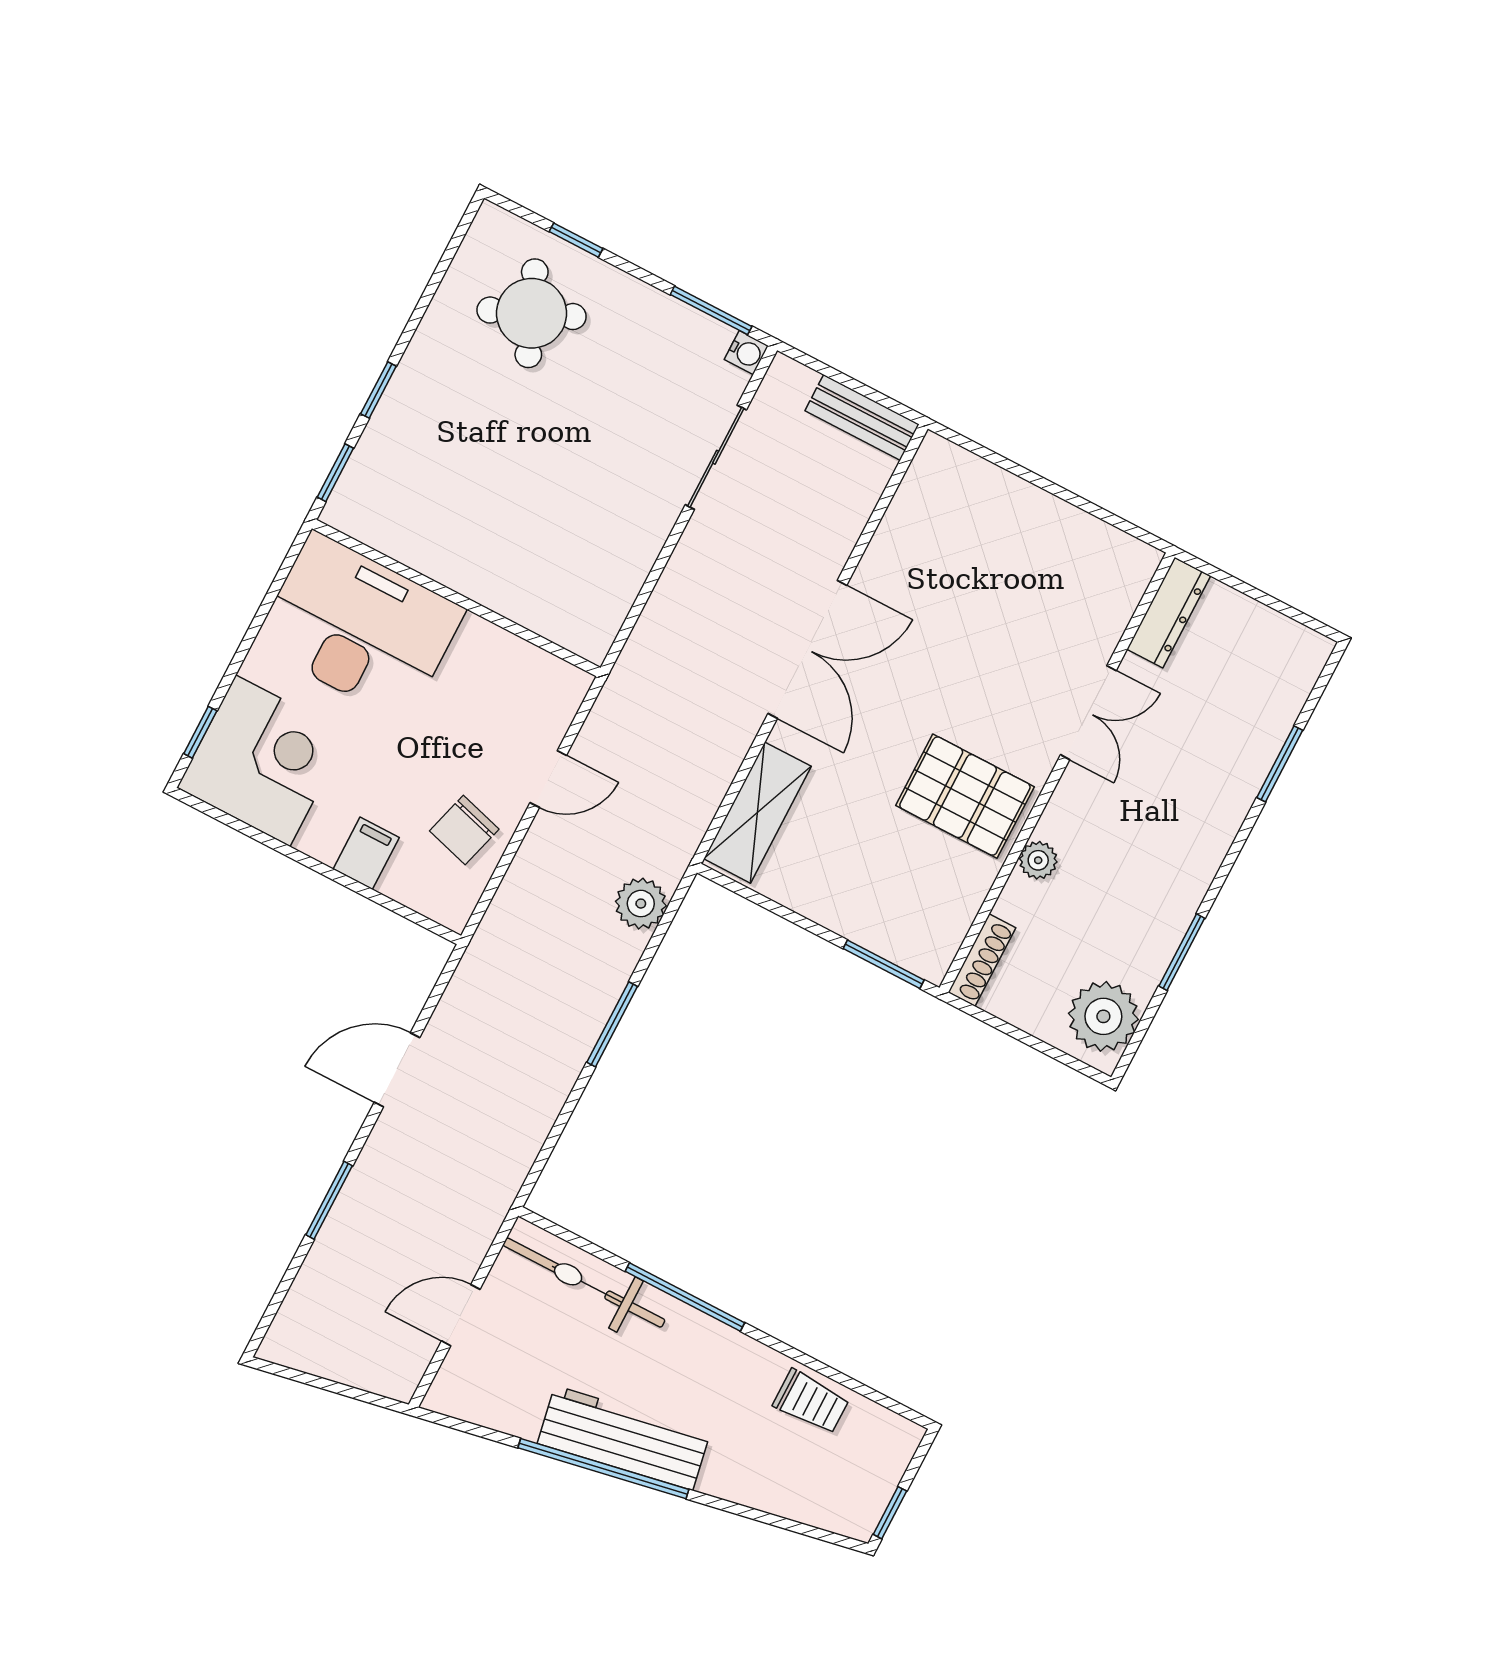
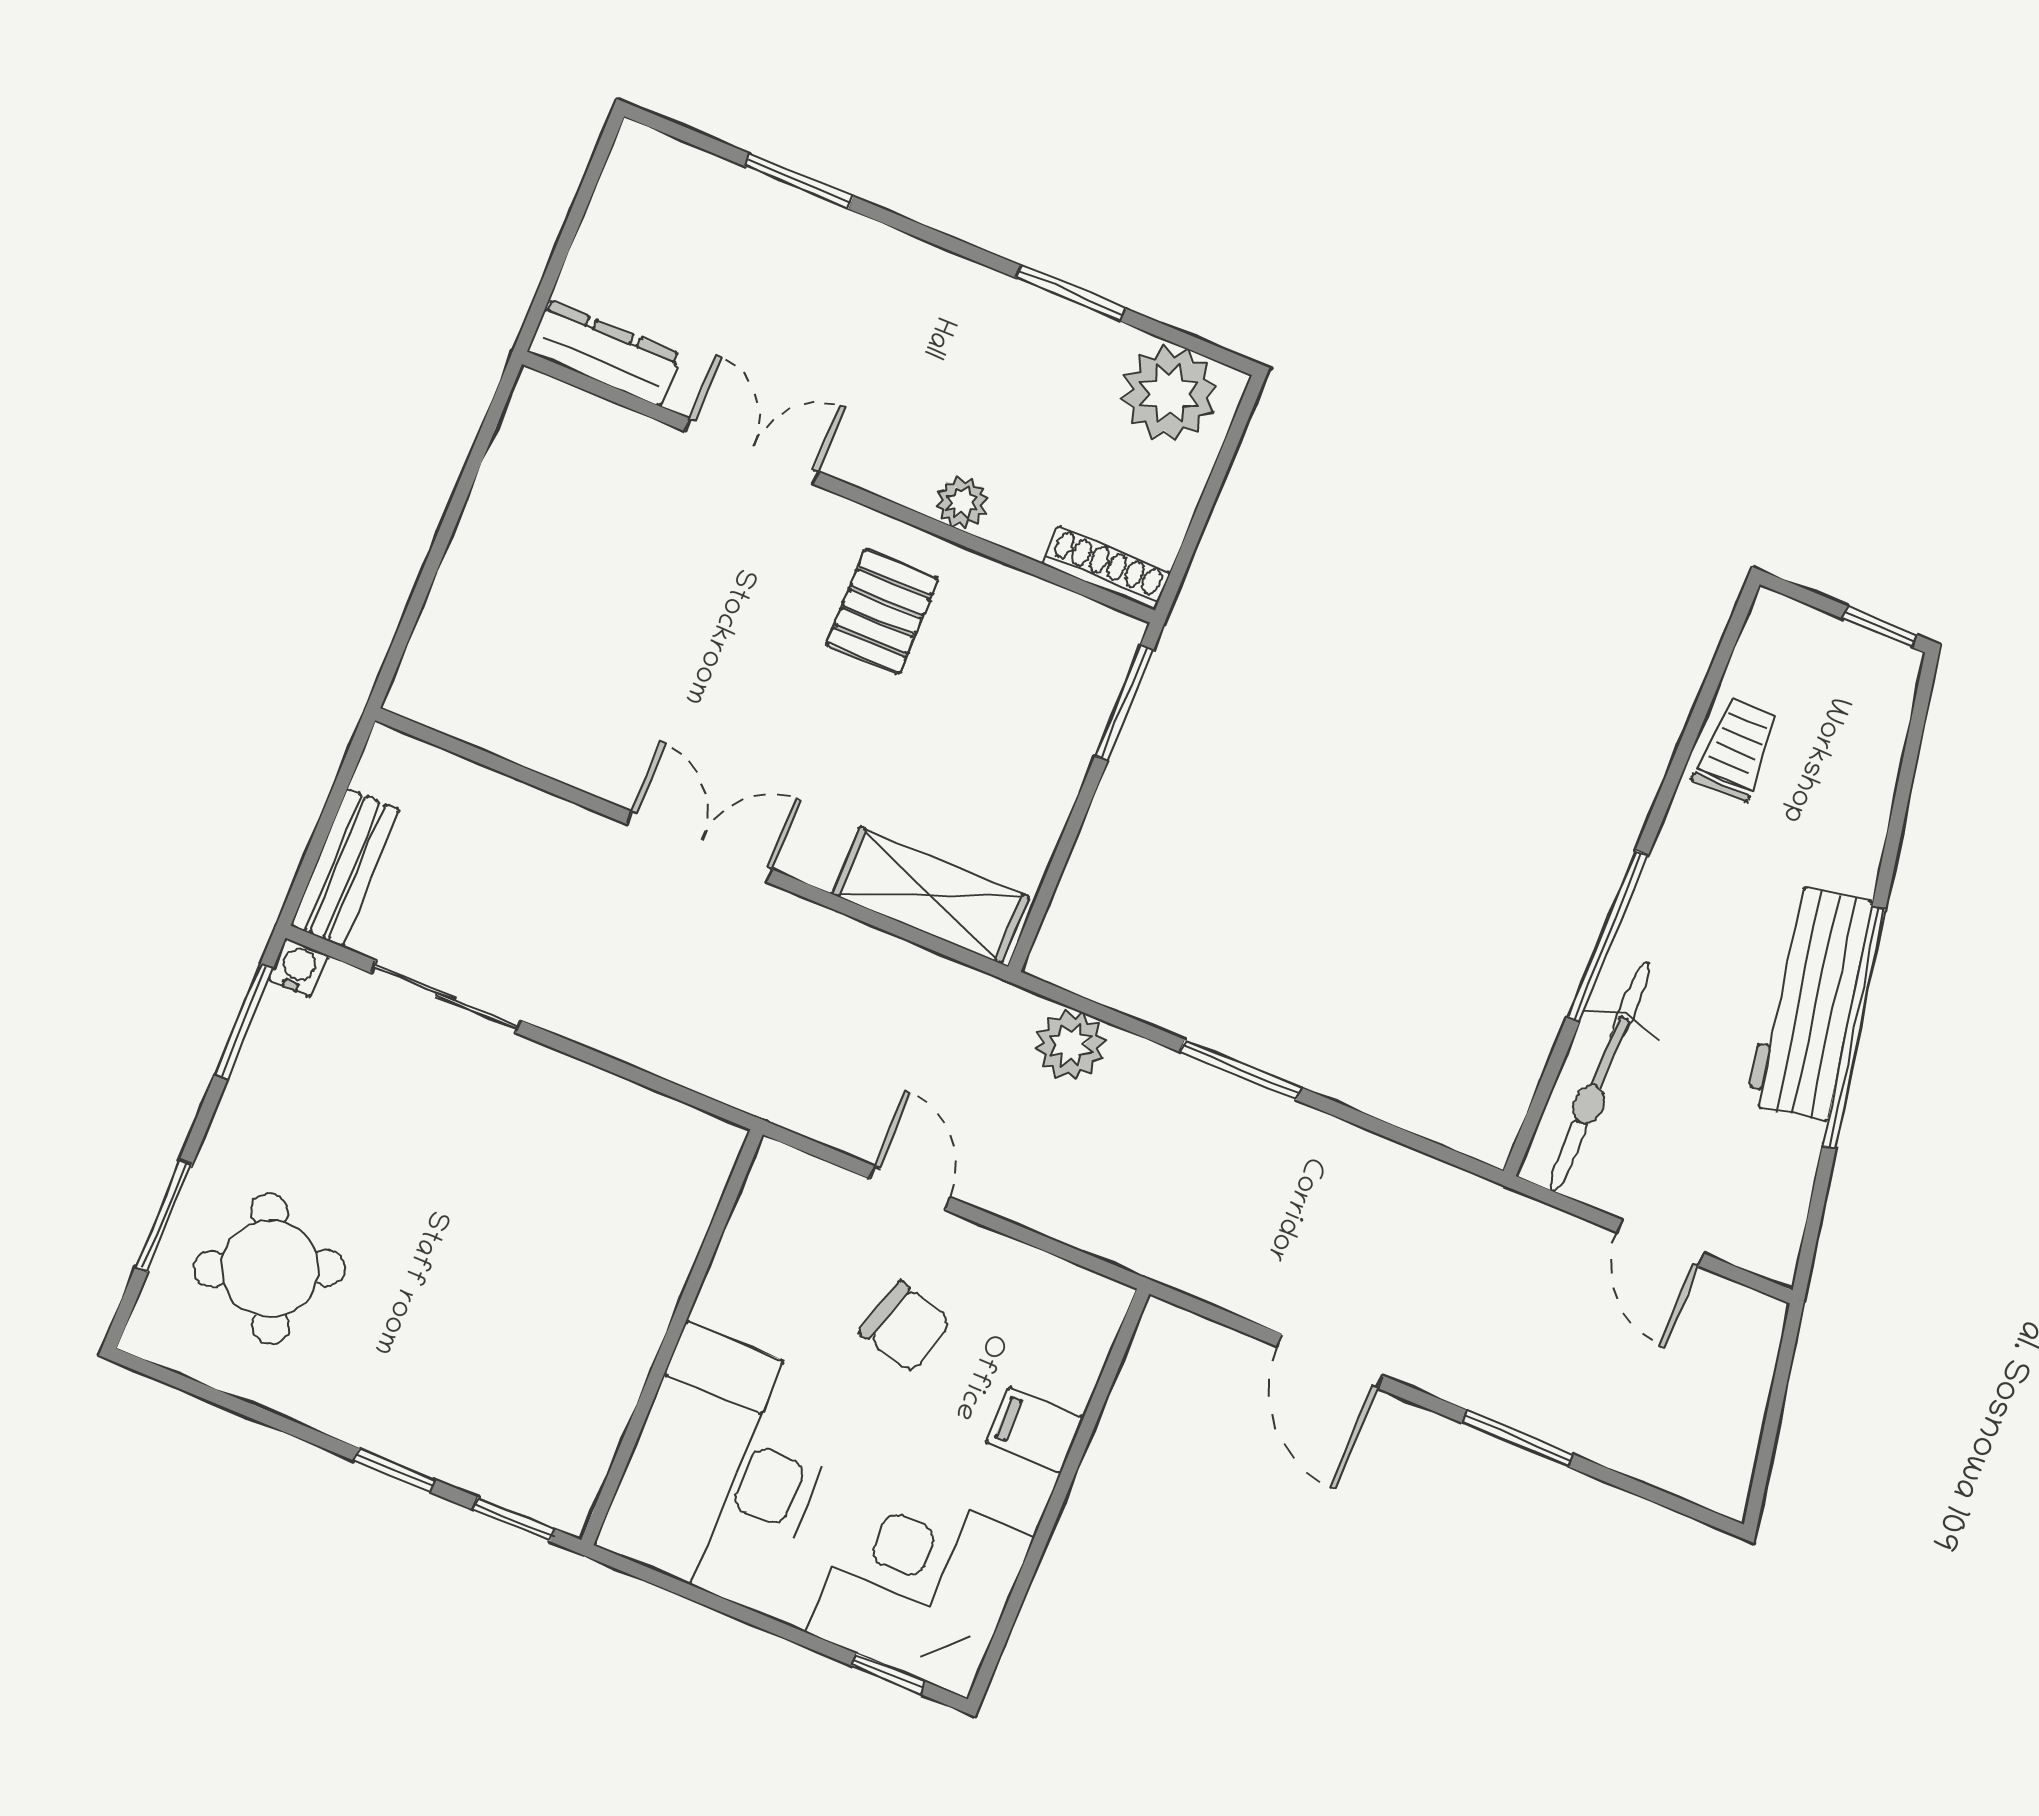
window: (576, 240) -> (164, 1216), width x1.50
bench: (862, 418) -> (345, 867), moved
double door: (807, 649) -> (699, 847), width x0.73
pallet: (965, 796) -> (882, 611), width x0.67, depth x0.71
chair: (464, 830) -> (906, 1327), moved

